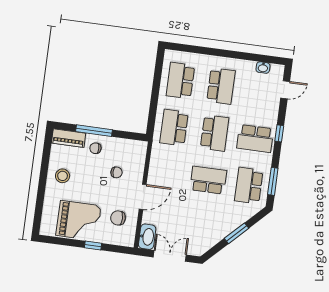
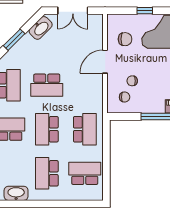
washbasin: (263, 68) -> (16, 193), width x1.91, depth x1.45
school desk: (180, 81) -> (85, 173), turned -90
chair: (95, 148) -> (125, 97), moved
washbasin: (147, 237) -> (41, 28), moved, turned -135

